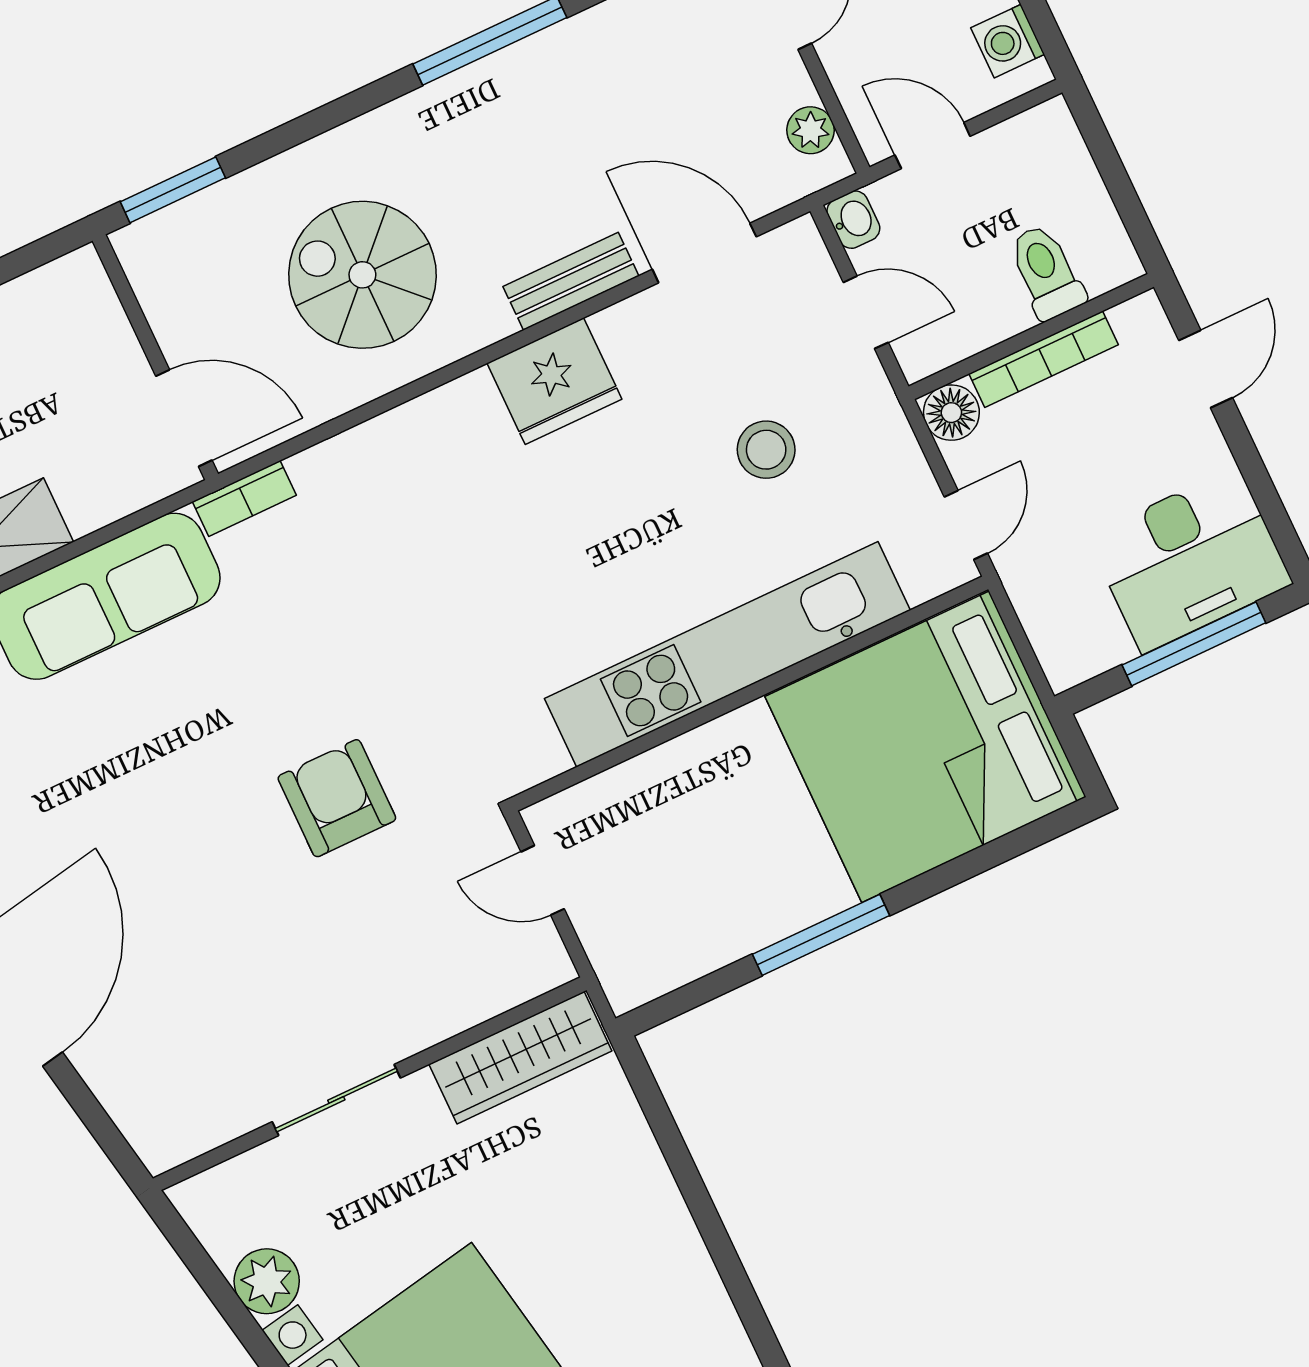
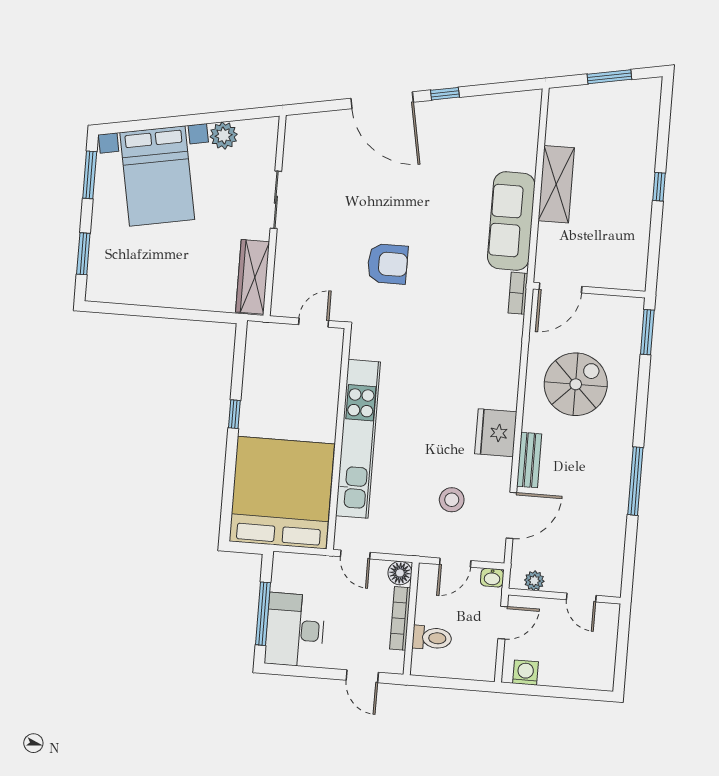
stool: (766, 450) -> (452, 500), moved
window: (821, 935) -> (234, 414), width x0.46

